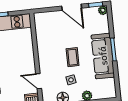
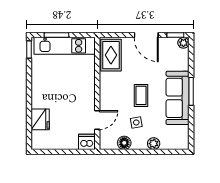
rug: (44, 27) -> (111, 55), added
door: (39, 81) -> (97, 120), swing flipped

